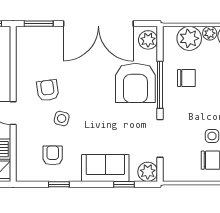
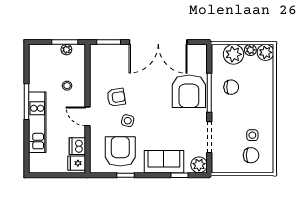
plant: (148, 40) -> (199, 56), removed
armchair: (48, 90) -> (116, 97), turned 89
armchair: (53, 155) -> (120, 151), width x1.88, depth x1.88

